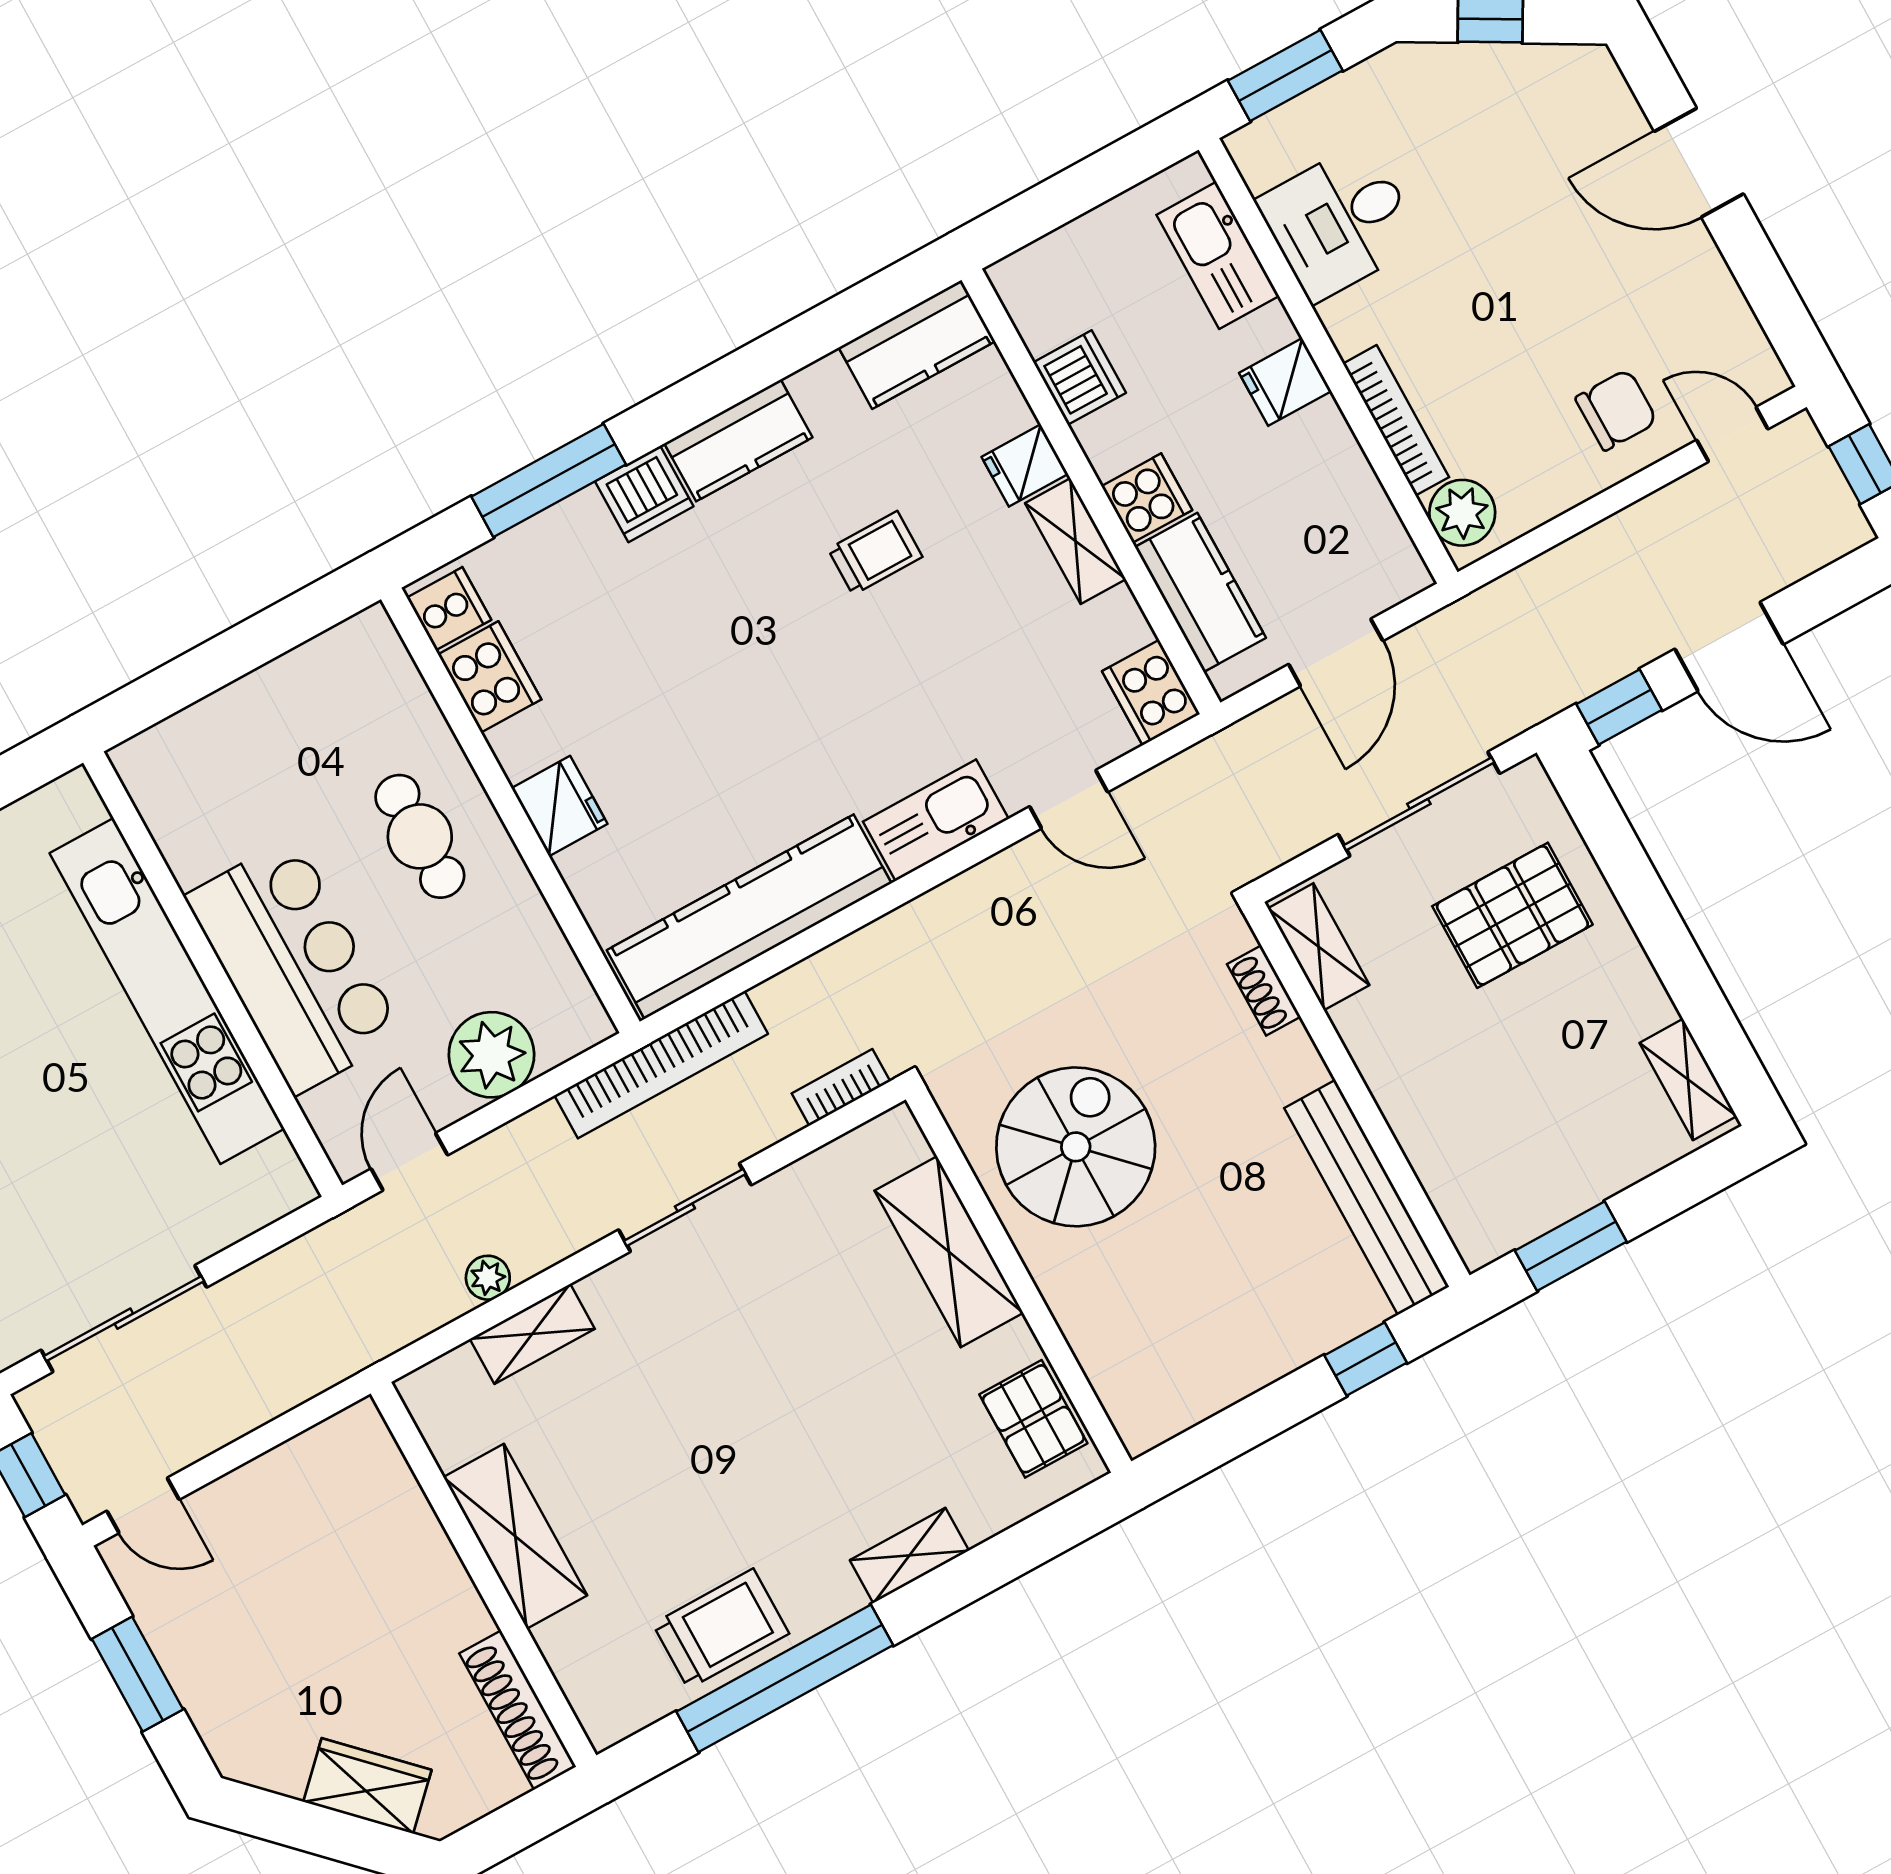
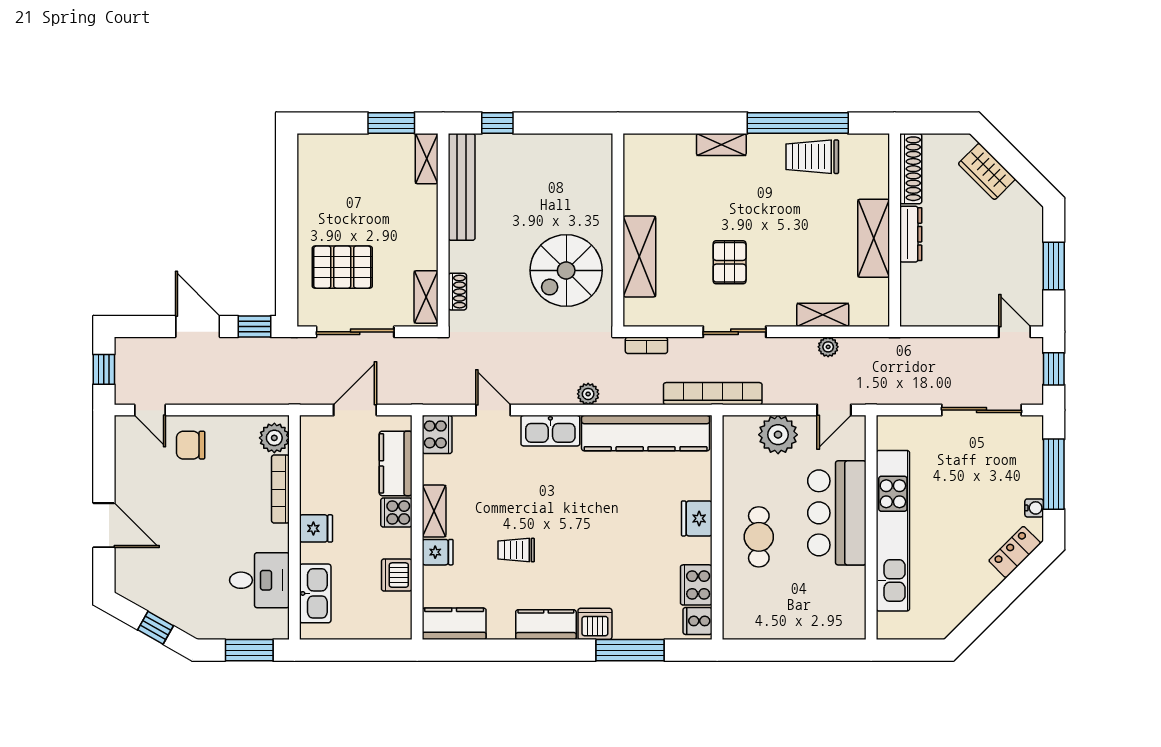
plant: (902, 931) -> (588, 394), added
shelving: (1688, 1079) -> (427, 159), moved
pallet: (1033, 1419) -> (730, 262), moved
dresser: (448, 1584) -> (911, 234), added

